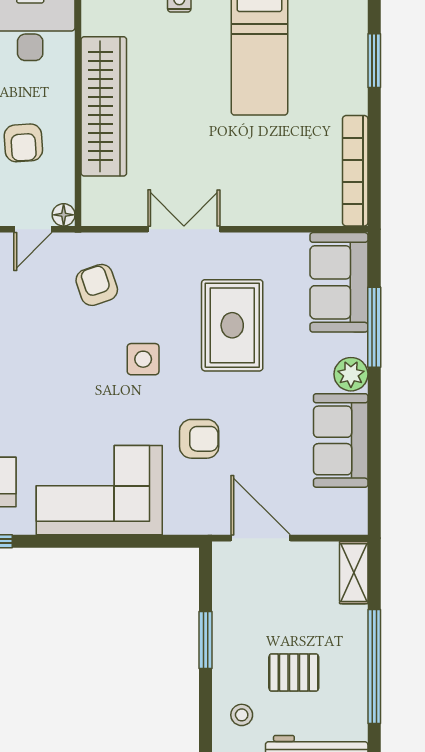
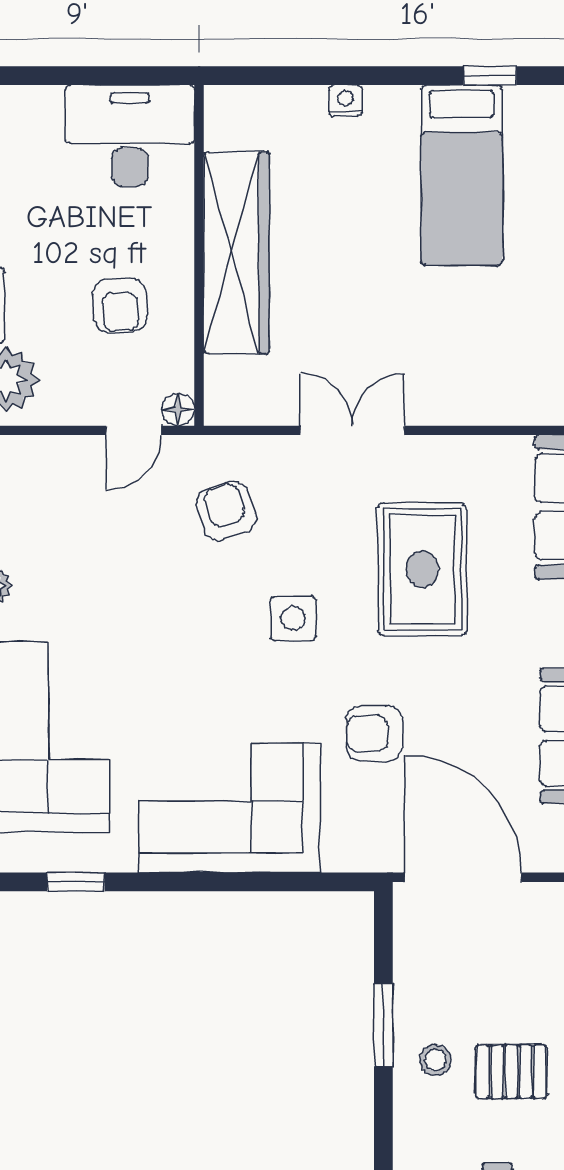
armchair: (199, 439) -> (374, 734), turned 180
door: (261, 538) -> (463, 877), width x1.36
stool: (242, 715) -> (435, 1060), moved

